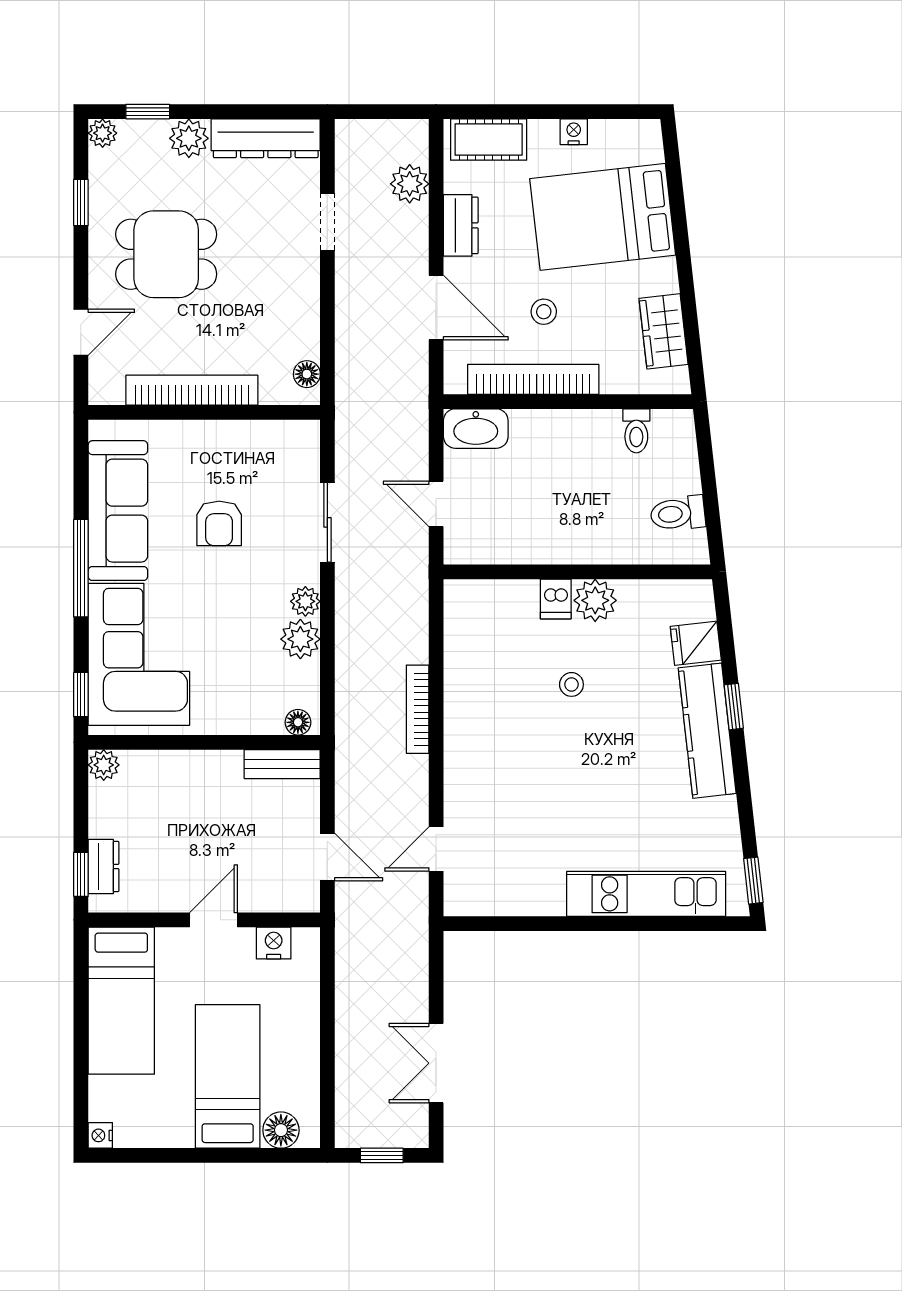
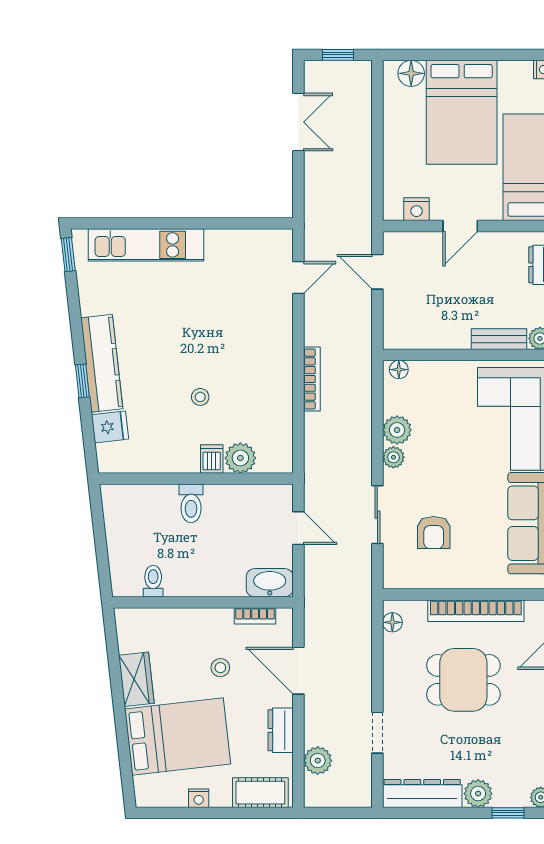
dining table: (166, 254) -> (463, 680), moved
wardrobe: (664, 331) -> (136, 679), moved
bookcase: (533, 379) -> (255, 616), width x0.43, depth x0.76
toilet: (678, 513) -> (191, 503), moved, turned 96
armchair: (219, 523) -> (434, 533), moved, turned 180
plant: (595, 600) -> (240, 458), moved
bench: (282, 764) -> (499, 339), moved
bed: (228, 1076) -> (462, 112), width x1.50

